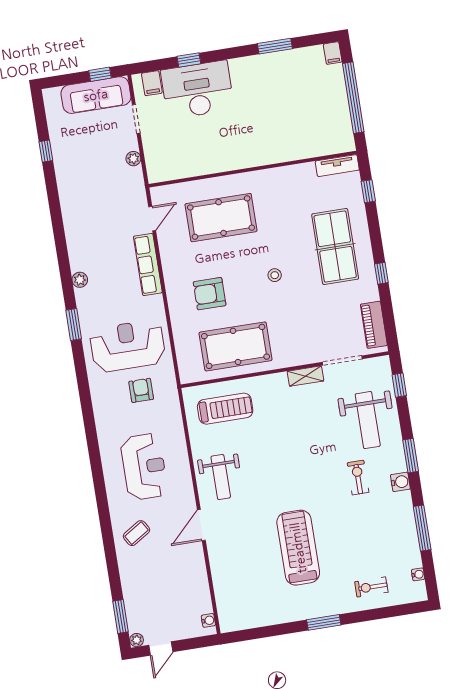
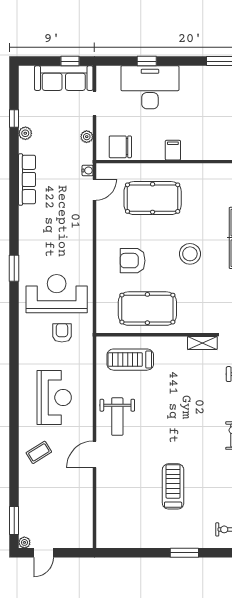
filing cabinet: (152, 83) -> (173, 150), moved, turned 180
chair: (174, 164) -> (120, 147), added
row of seats: (148, 264) -> (27, 179), moved, turned 180
stool: (275, 275) -> (190, 254), width x1.89, depth x1.89
plant: (80, 280) -> (25, 133), moved
treadmill: (225, 409) -> (130, 360), turned 180
treadmill: (298, 548) -> (173, 486), width x0.73, depth x0.73
water cooler: (208, 620) -> (88, 170), moved

